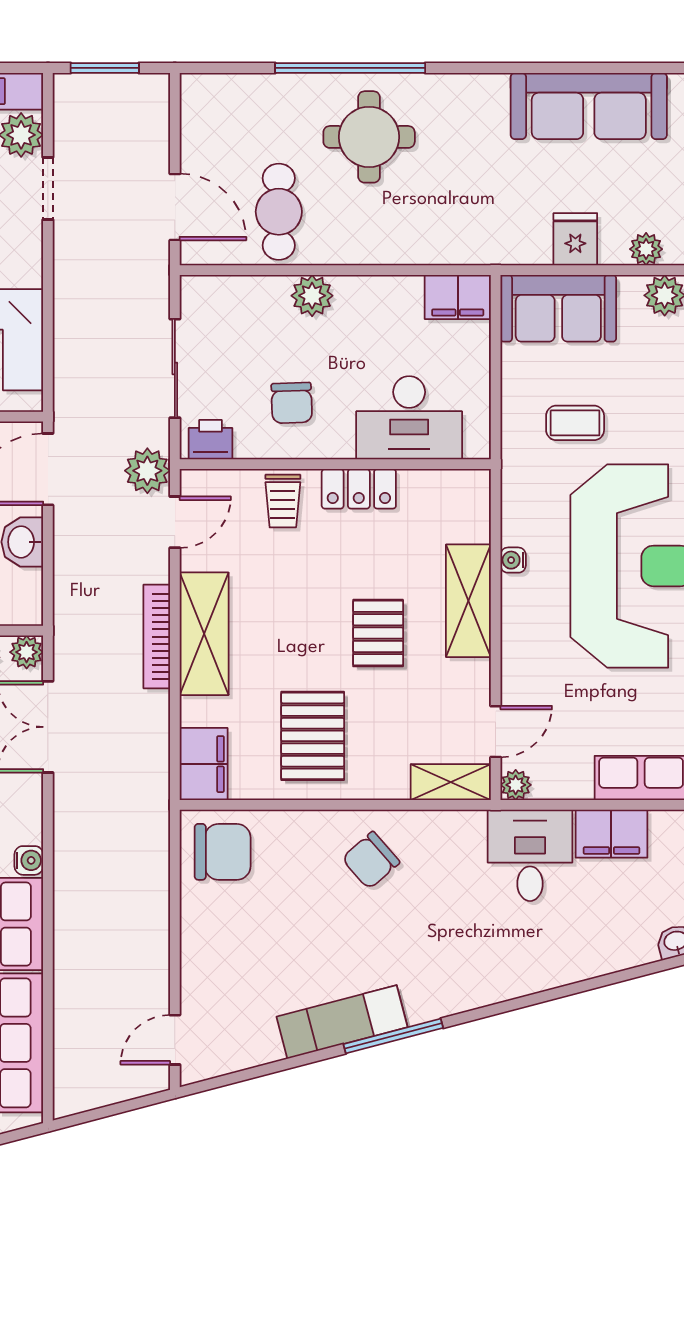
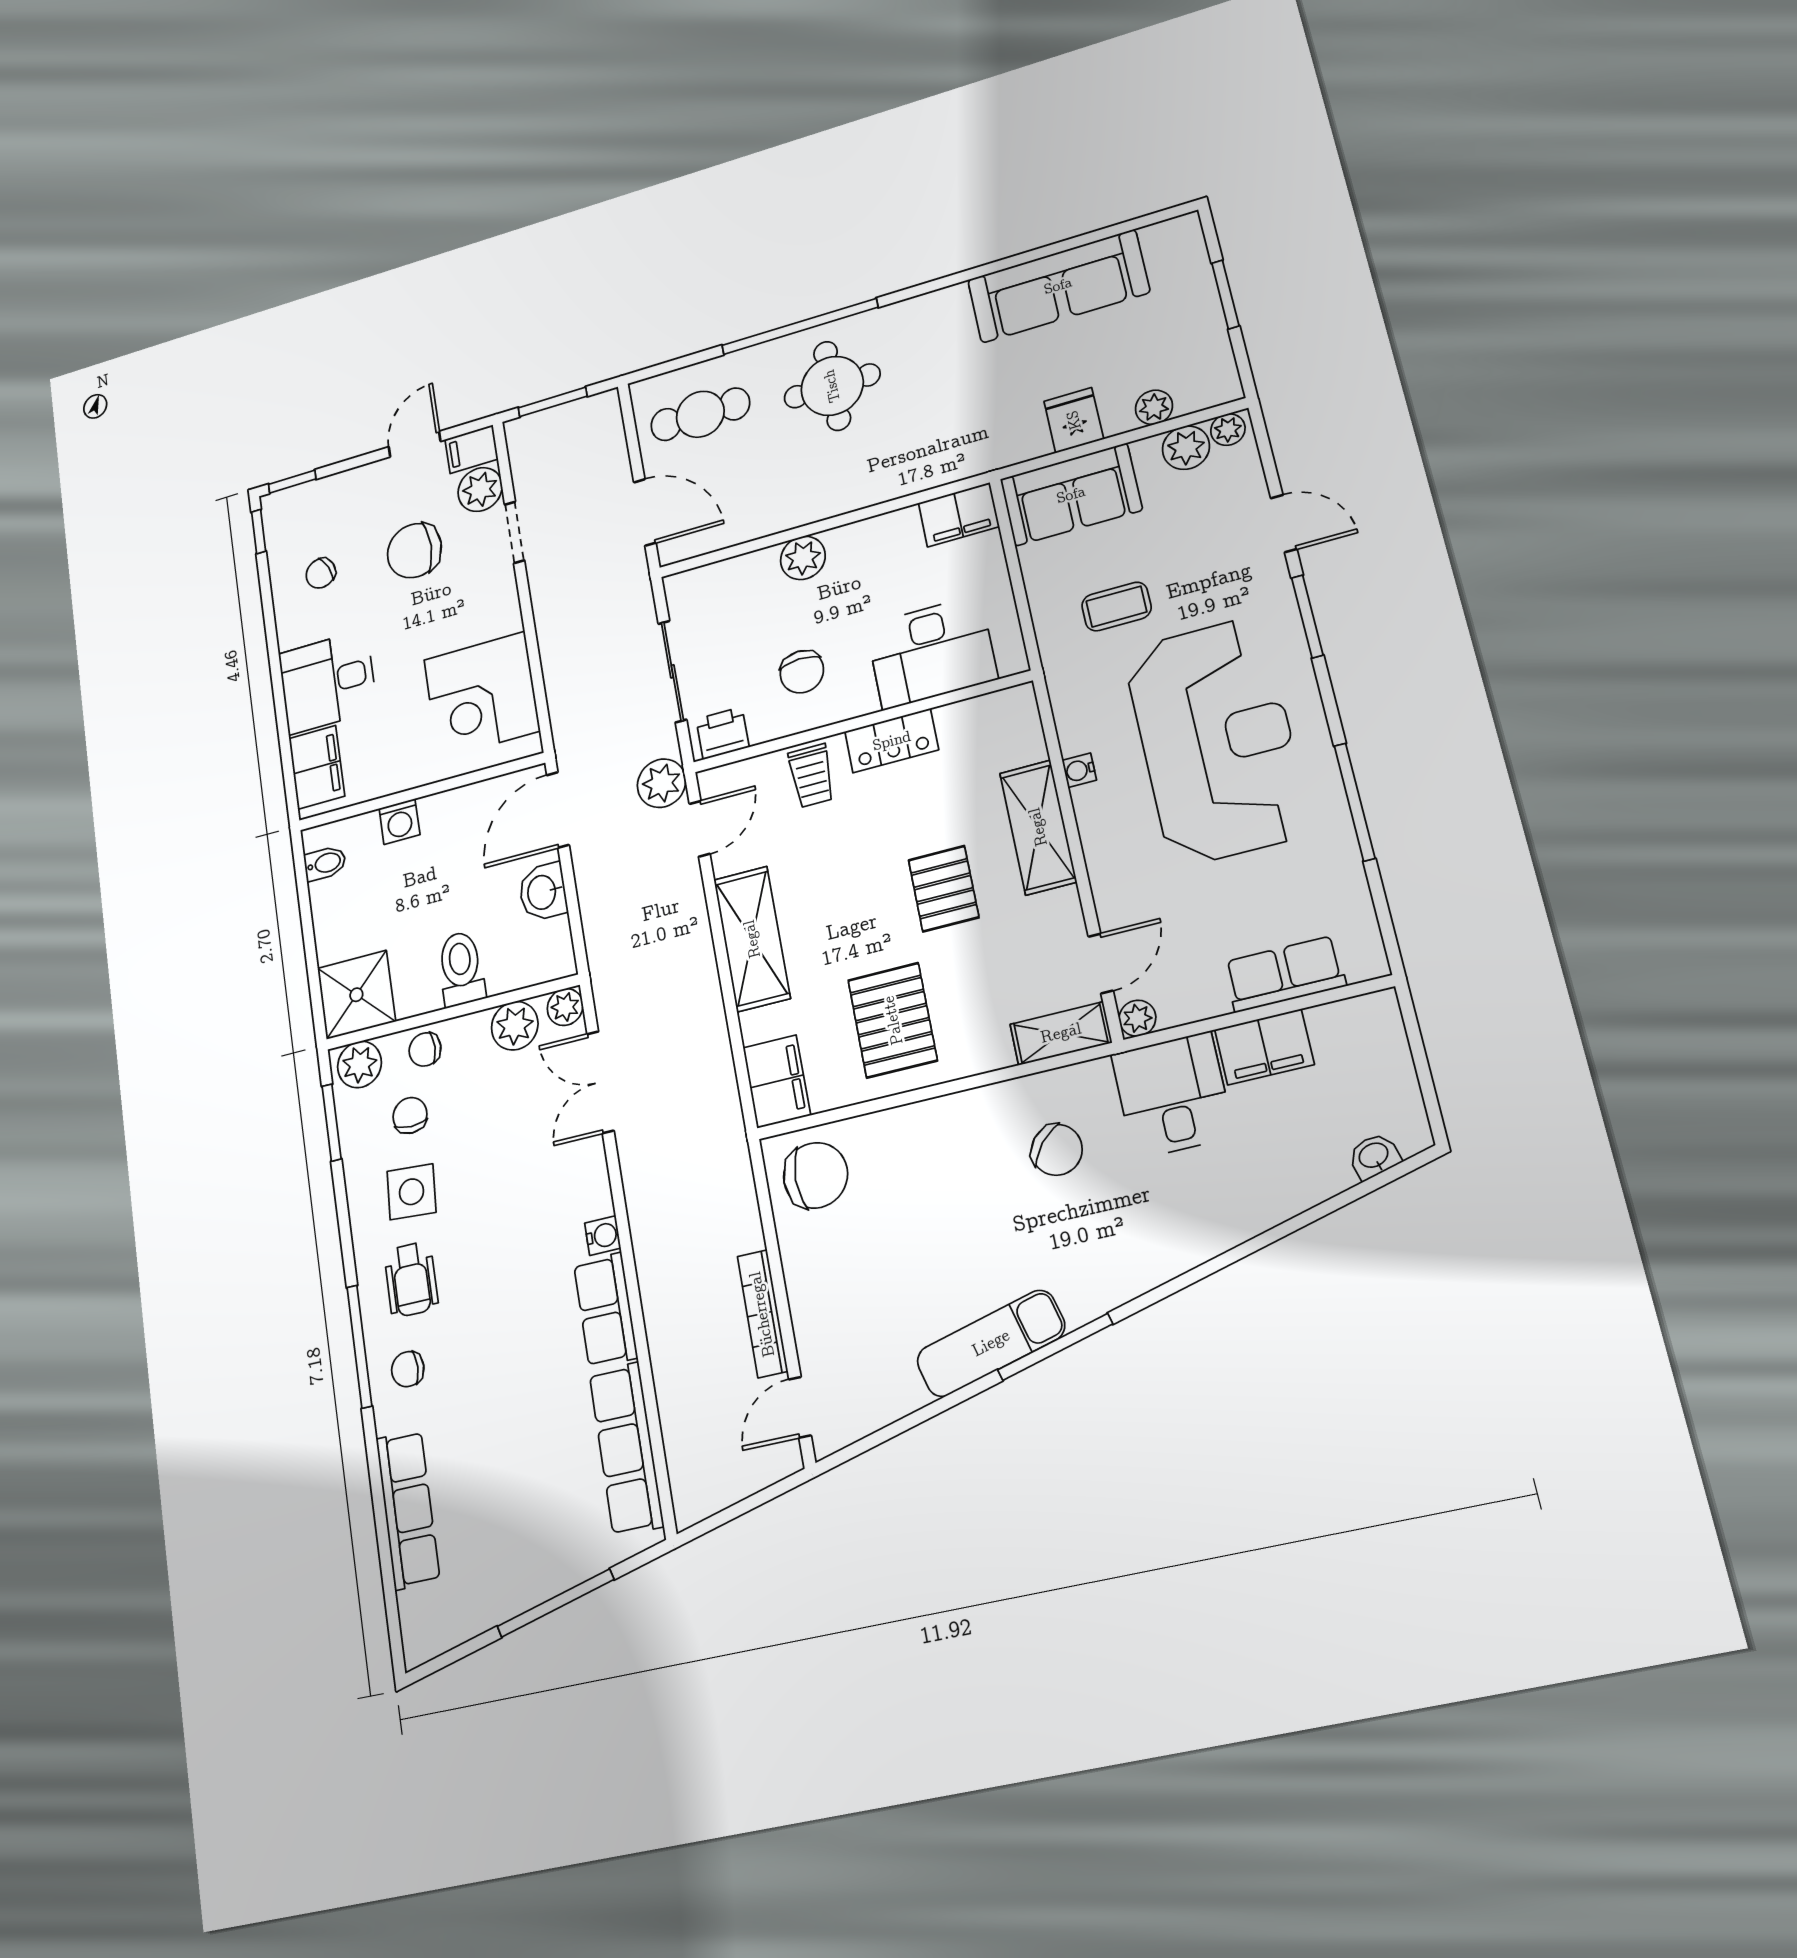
cafe table: (279, 212) -> (700, 414), moved, turned 90
bookcase: (157, 637) -> (762, 1314), moved
chair: (371, 860) -> (1057, 1150), moved, turned -99

